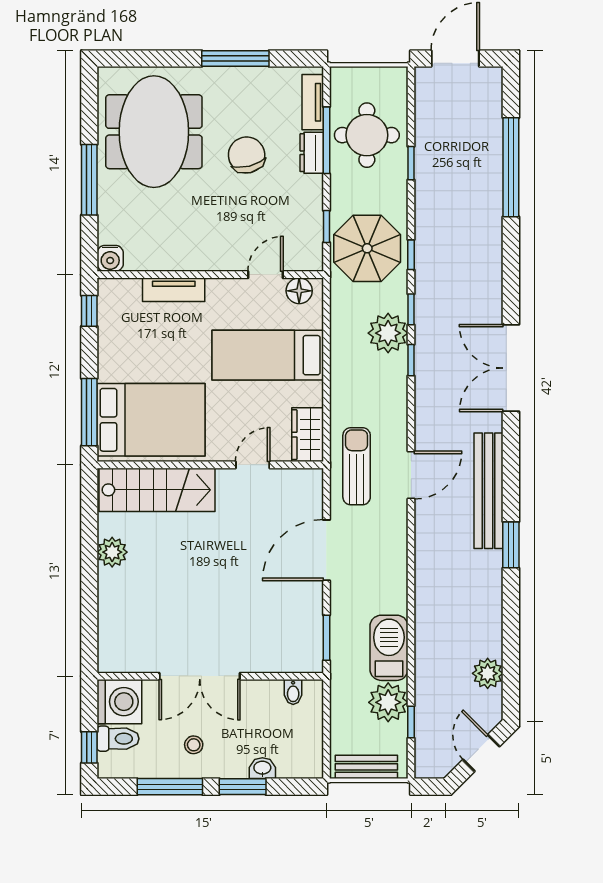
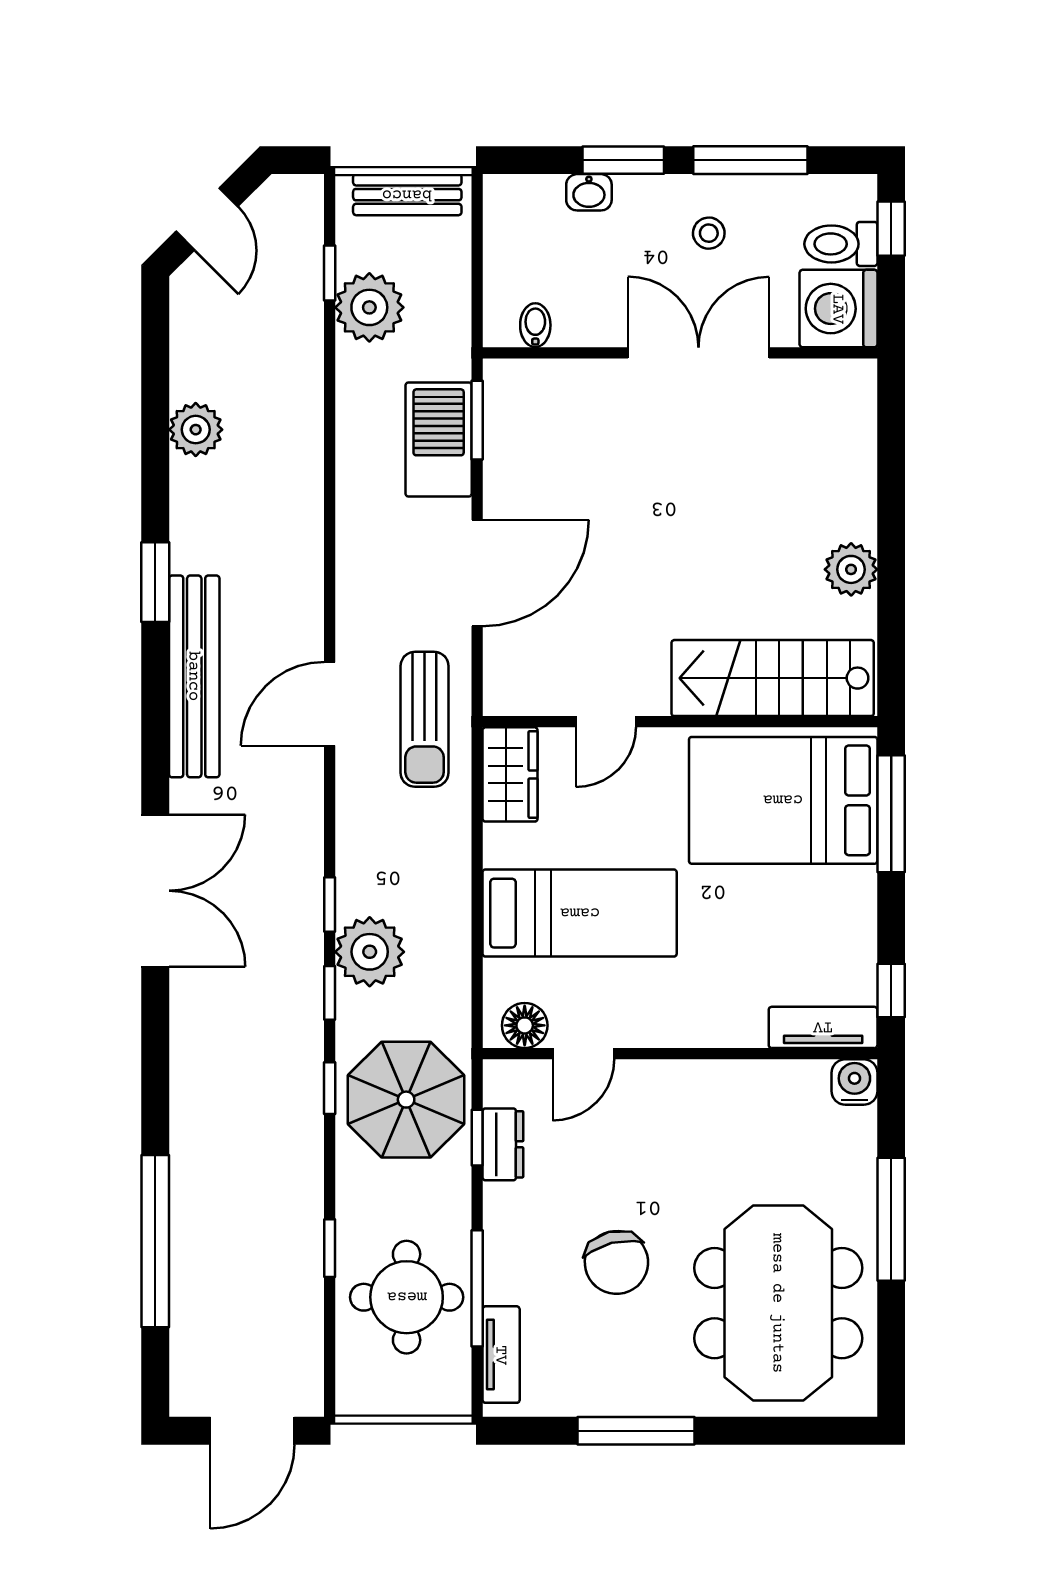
dresser: (312, 153) -> (503, 1144), moved
tv unit: (174, 290) -> (823, 1027), moved
barbecue: (389, 648) -> (439, 439), moved, turned 180
plant: (488, 673) -> (196, 430), moved

